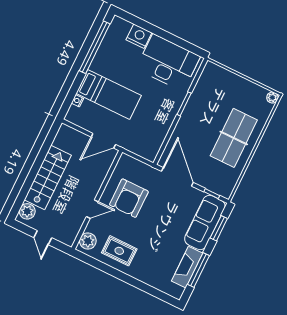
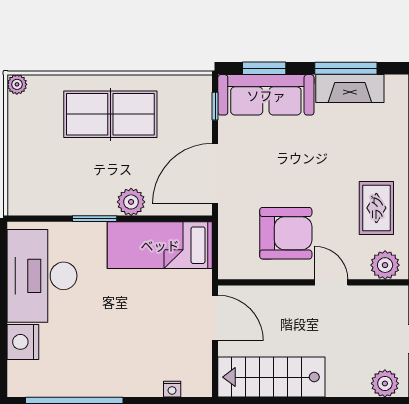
bed: (109, 94) -> (160, 245), moved, turned -90
plant: (184, 127) -> (131, 202), added
stairs: (48, 178) -> (271, 377), moved

